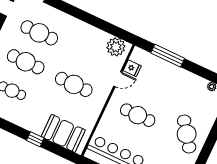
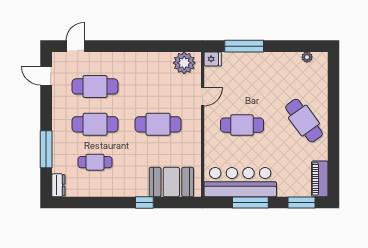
fridge: (132, 68) -> (213, 59), moved

